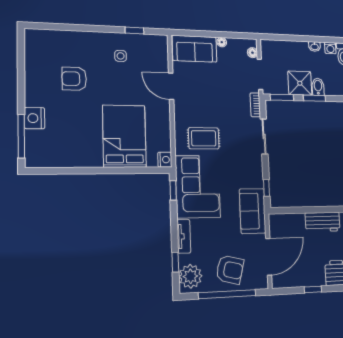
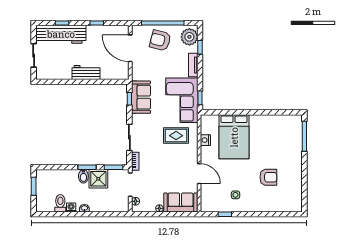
nightstand: (35, 118) -> (296, 149), removed
nightstand: (165, 160) -> (205, 140), moved
sofa: (253, 211) -> (141, 97), moved
door: (269, 257) -> (130, 48), hinge flipped

